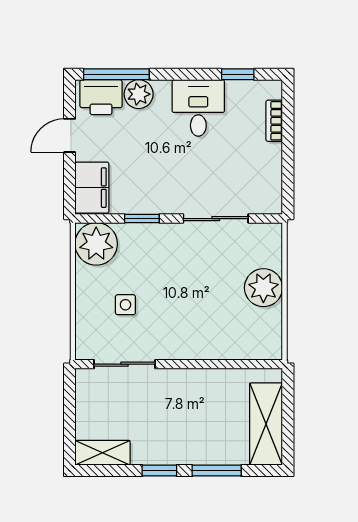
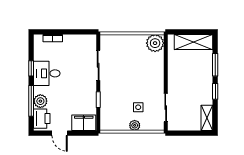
window: (116, 74) -> (31, 101), moved
window: (238, 74) -> (31, 68), moved
plant: (96, 244) -> (135, 125), moved, width x0.53, depth x0.53
plant: (263, 288) -> (155, 43), moved

